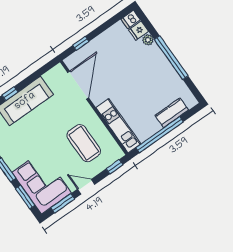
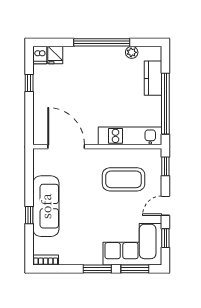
plant: (148, 40) -> (132, 52), moved
window: (81, 43) -> (29, 83), moved
window: (63, 203) -> (165, 238), width x0.67

